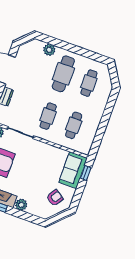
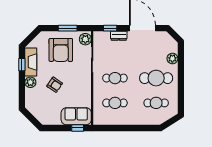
armchair: (55, 198) -> (55, 85), moved

